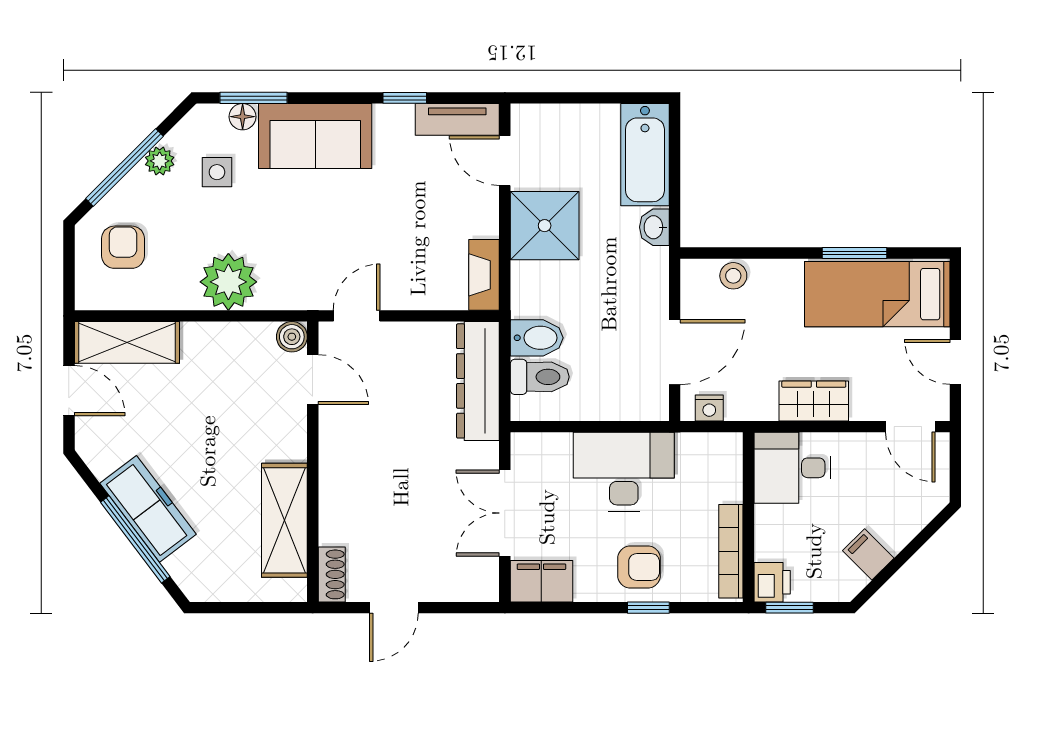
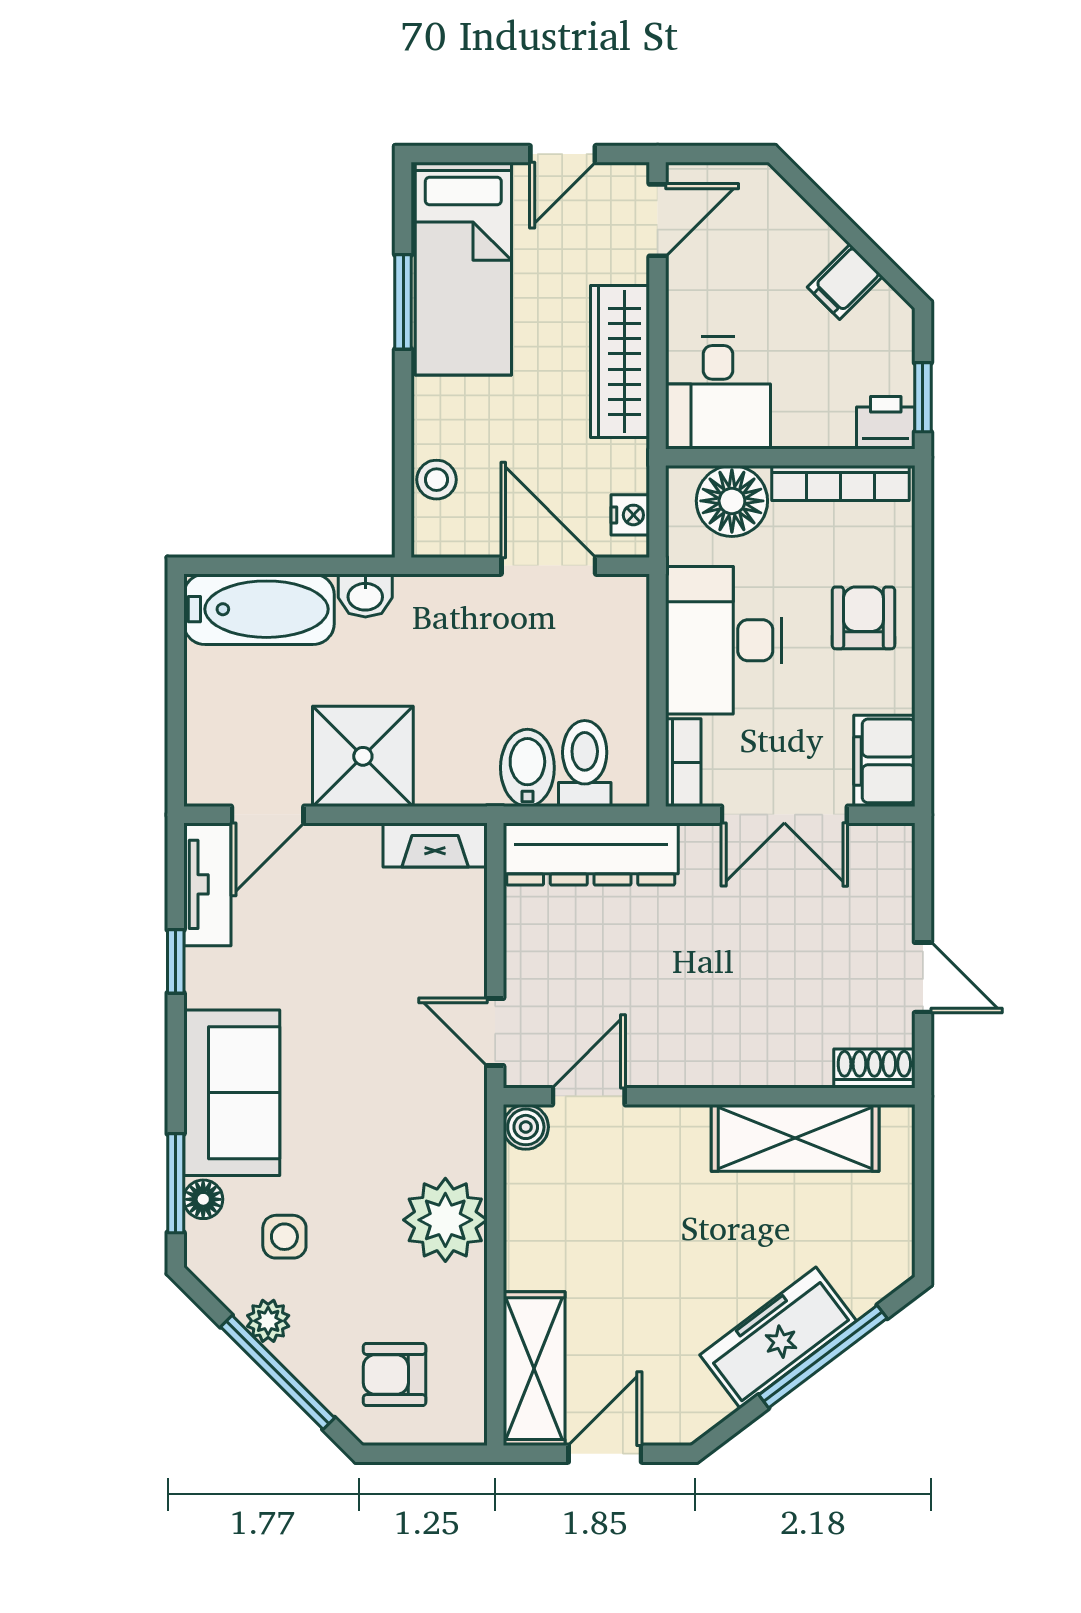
wardrobe: (814, 401) -> (620, 362), width x1.50
bookcase: (541, 444) -> (683, 762), added
floor lamp: (719, 477) -> (732, 501), added
window: (648, 608) -> (923, 604), removed

